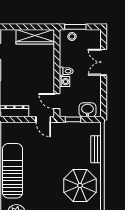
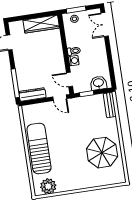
double door: (104, 62) -> (105, 25), moved
bench: (96, 149) -> (110, 105), moved

